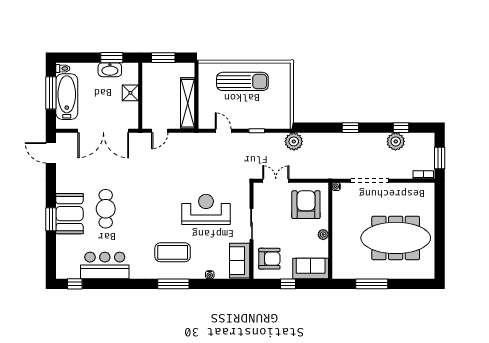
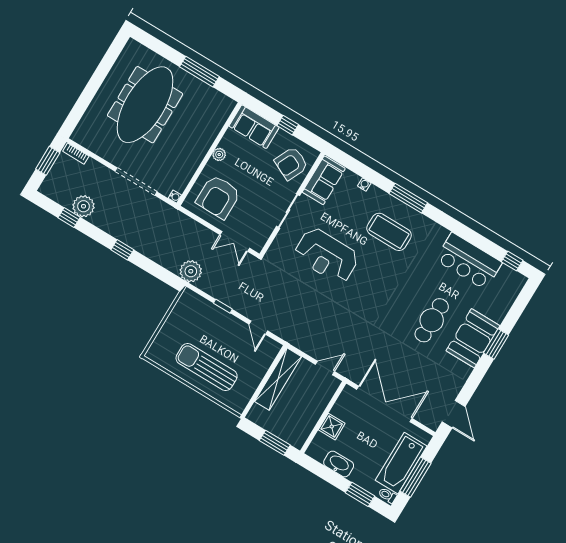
window: (112, 58) -> (360, 494), moved
meeting table: (396, 238) -> (145, 105), turned 90
armchair: (269, 259) -> (291, 163), turned -65

